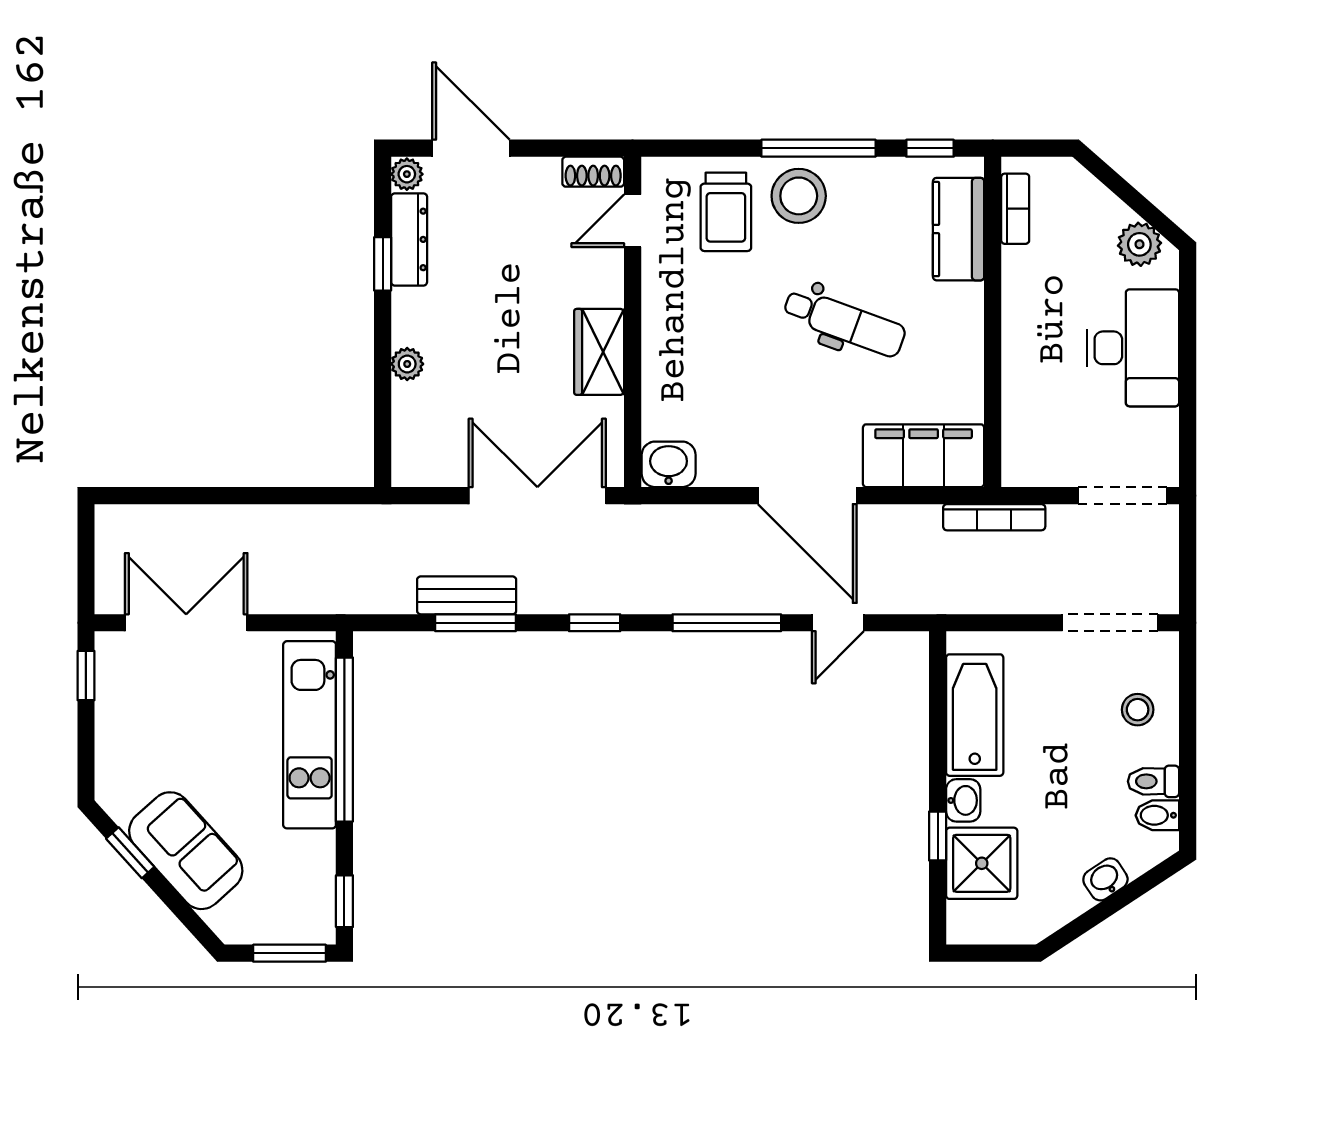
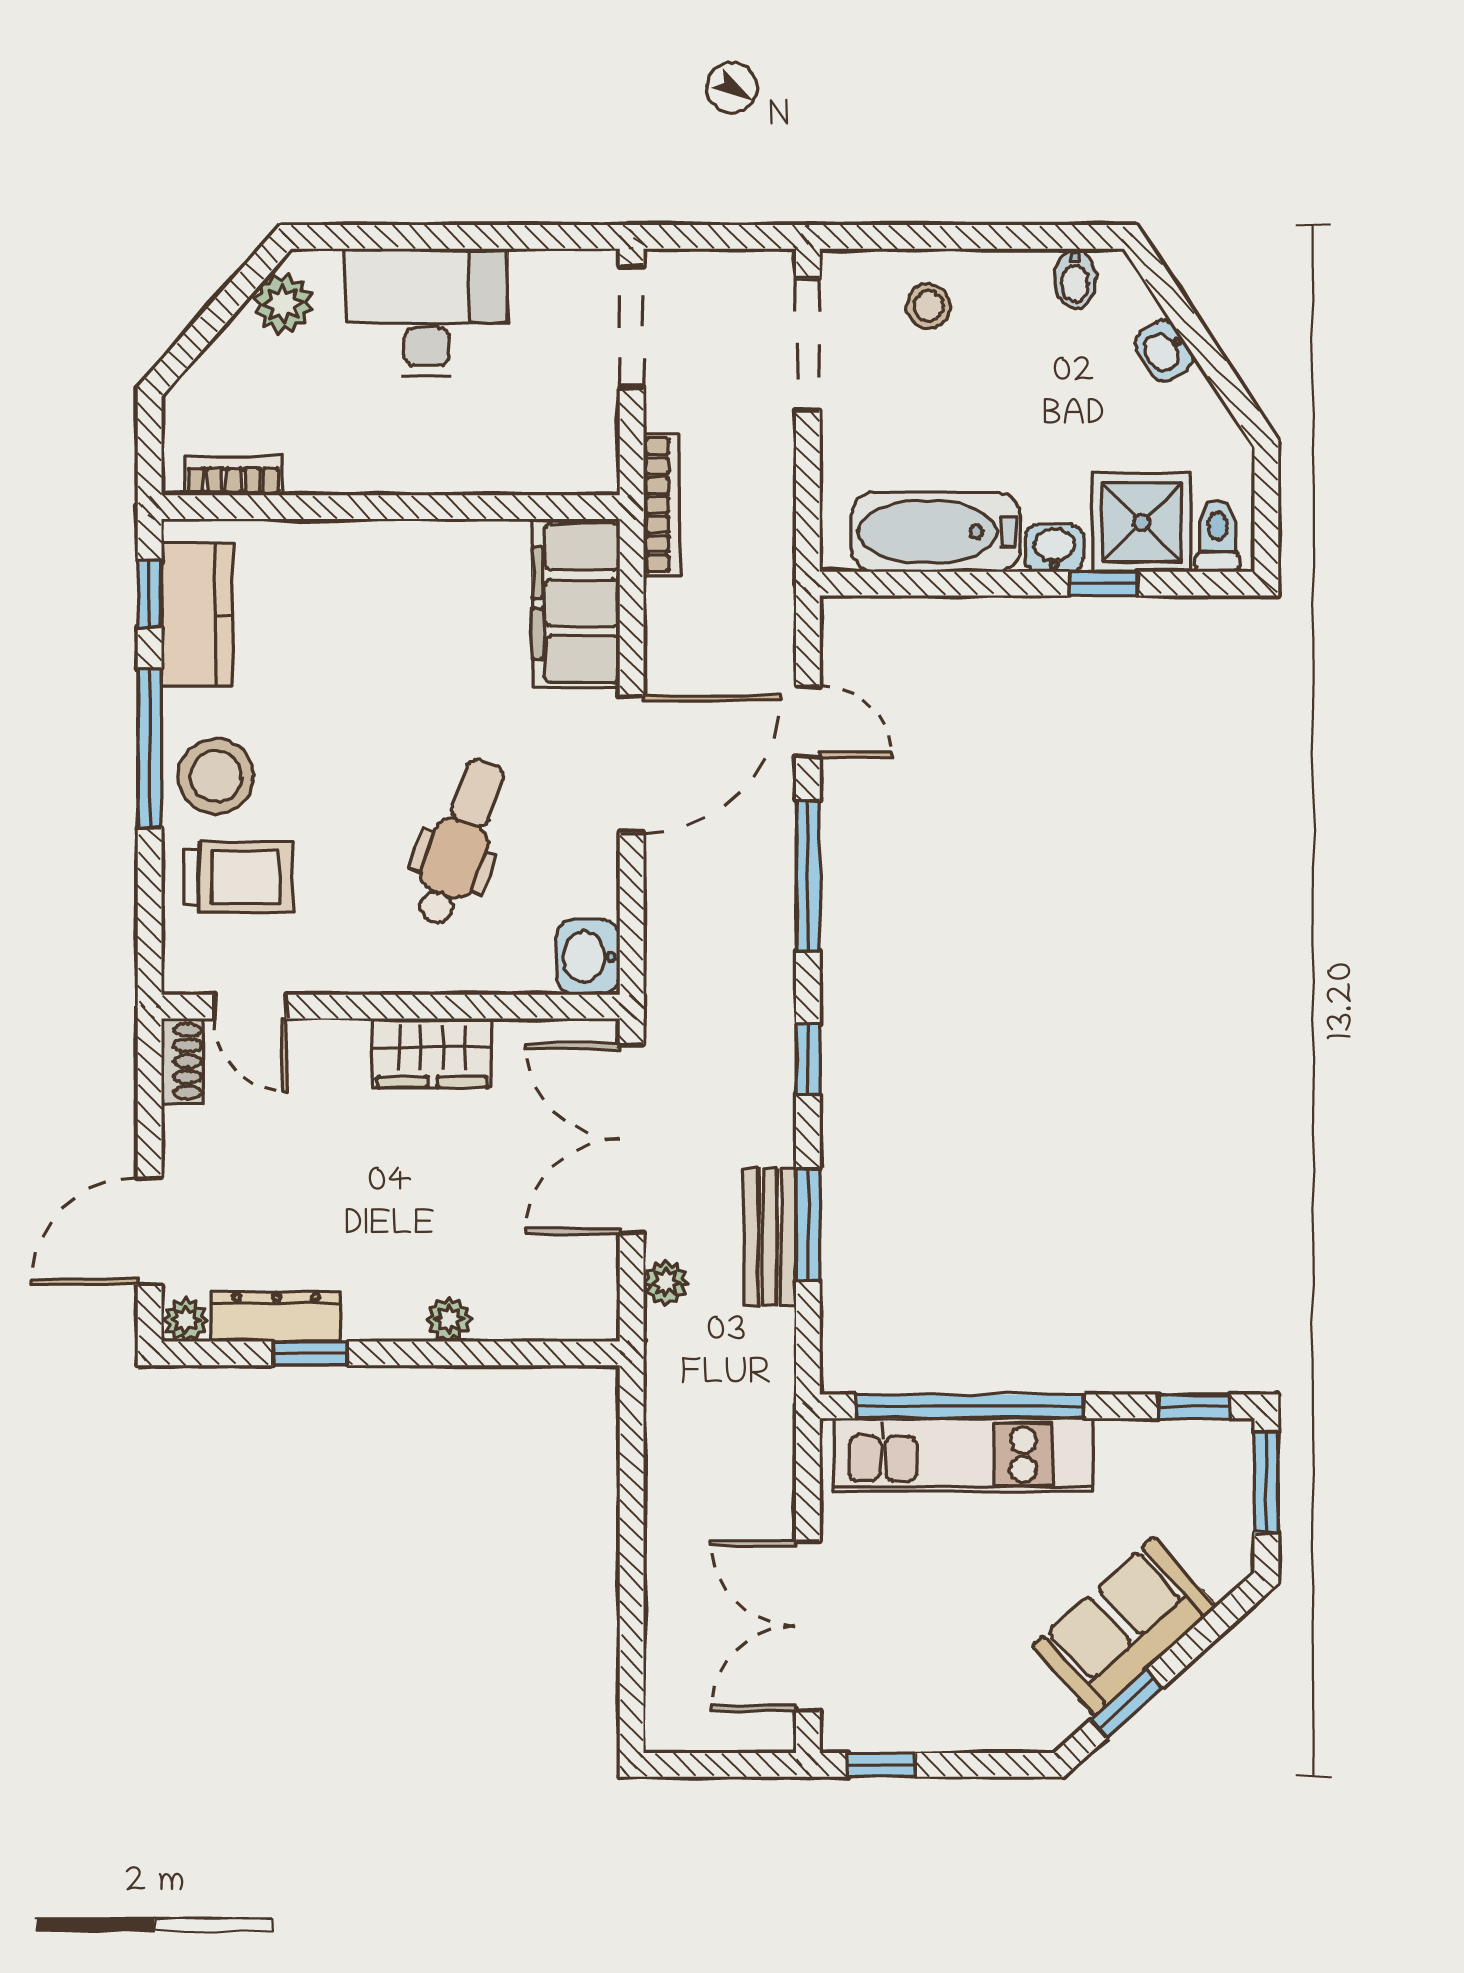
kitchen counter: (959, 229) -> (197, 615), moved, turned -90
dental chair: (844, 322) -> (460, 842), moved
plant: (434, 520) -> (666, 1283), added
toilet: (1153, 781) -> (1218, 536), moved, turned 180

